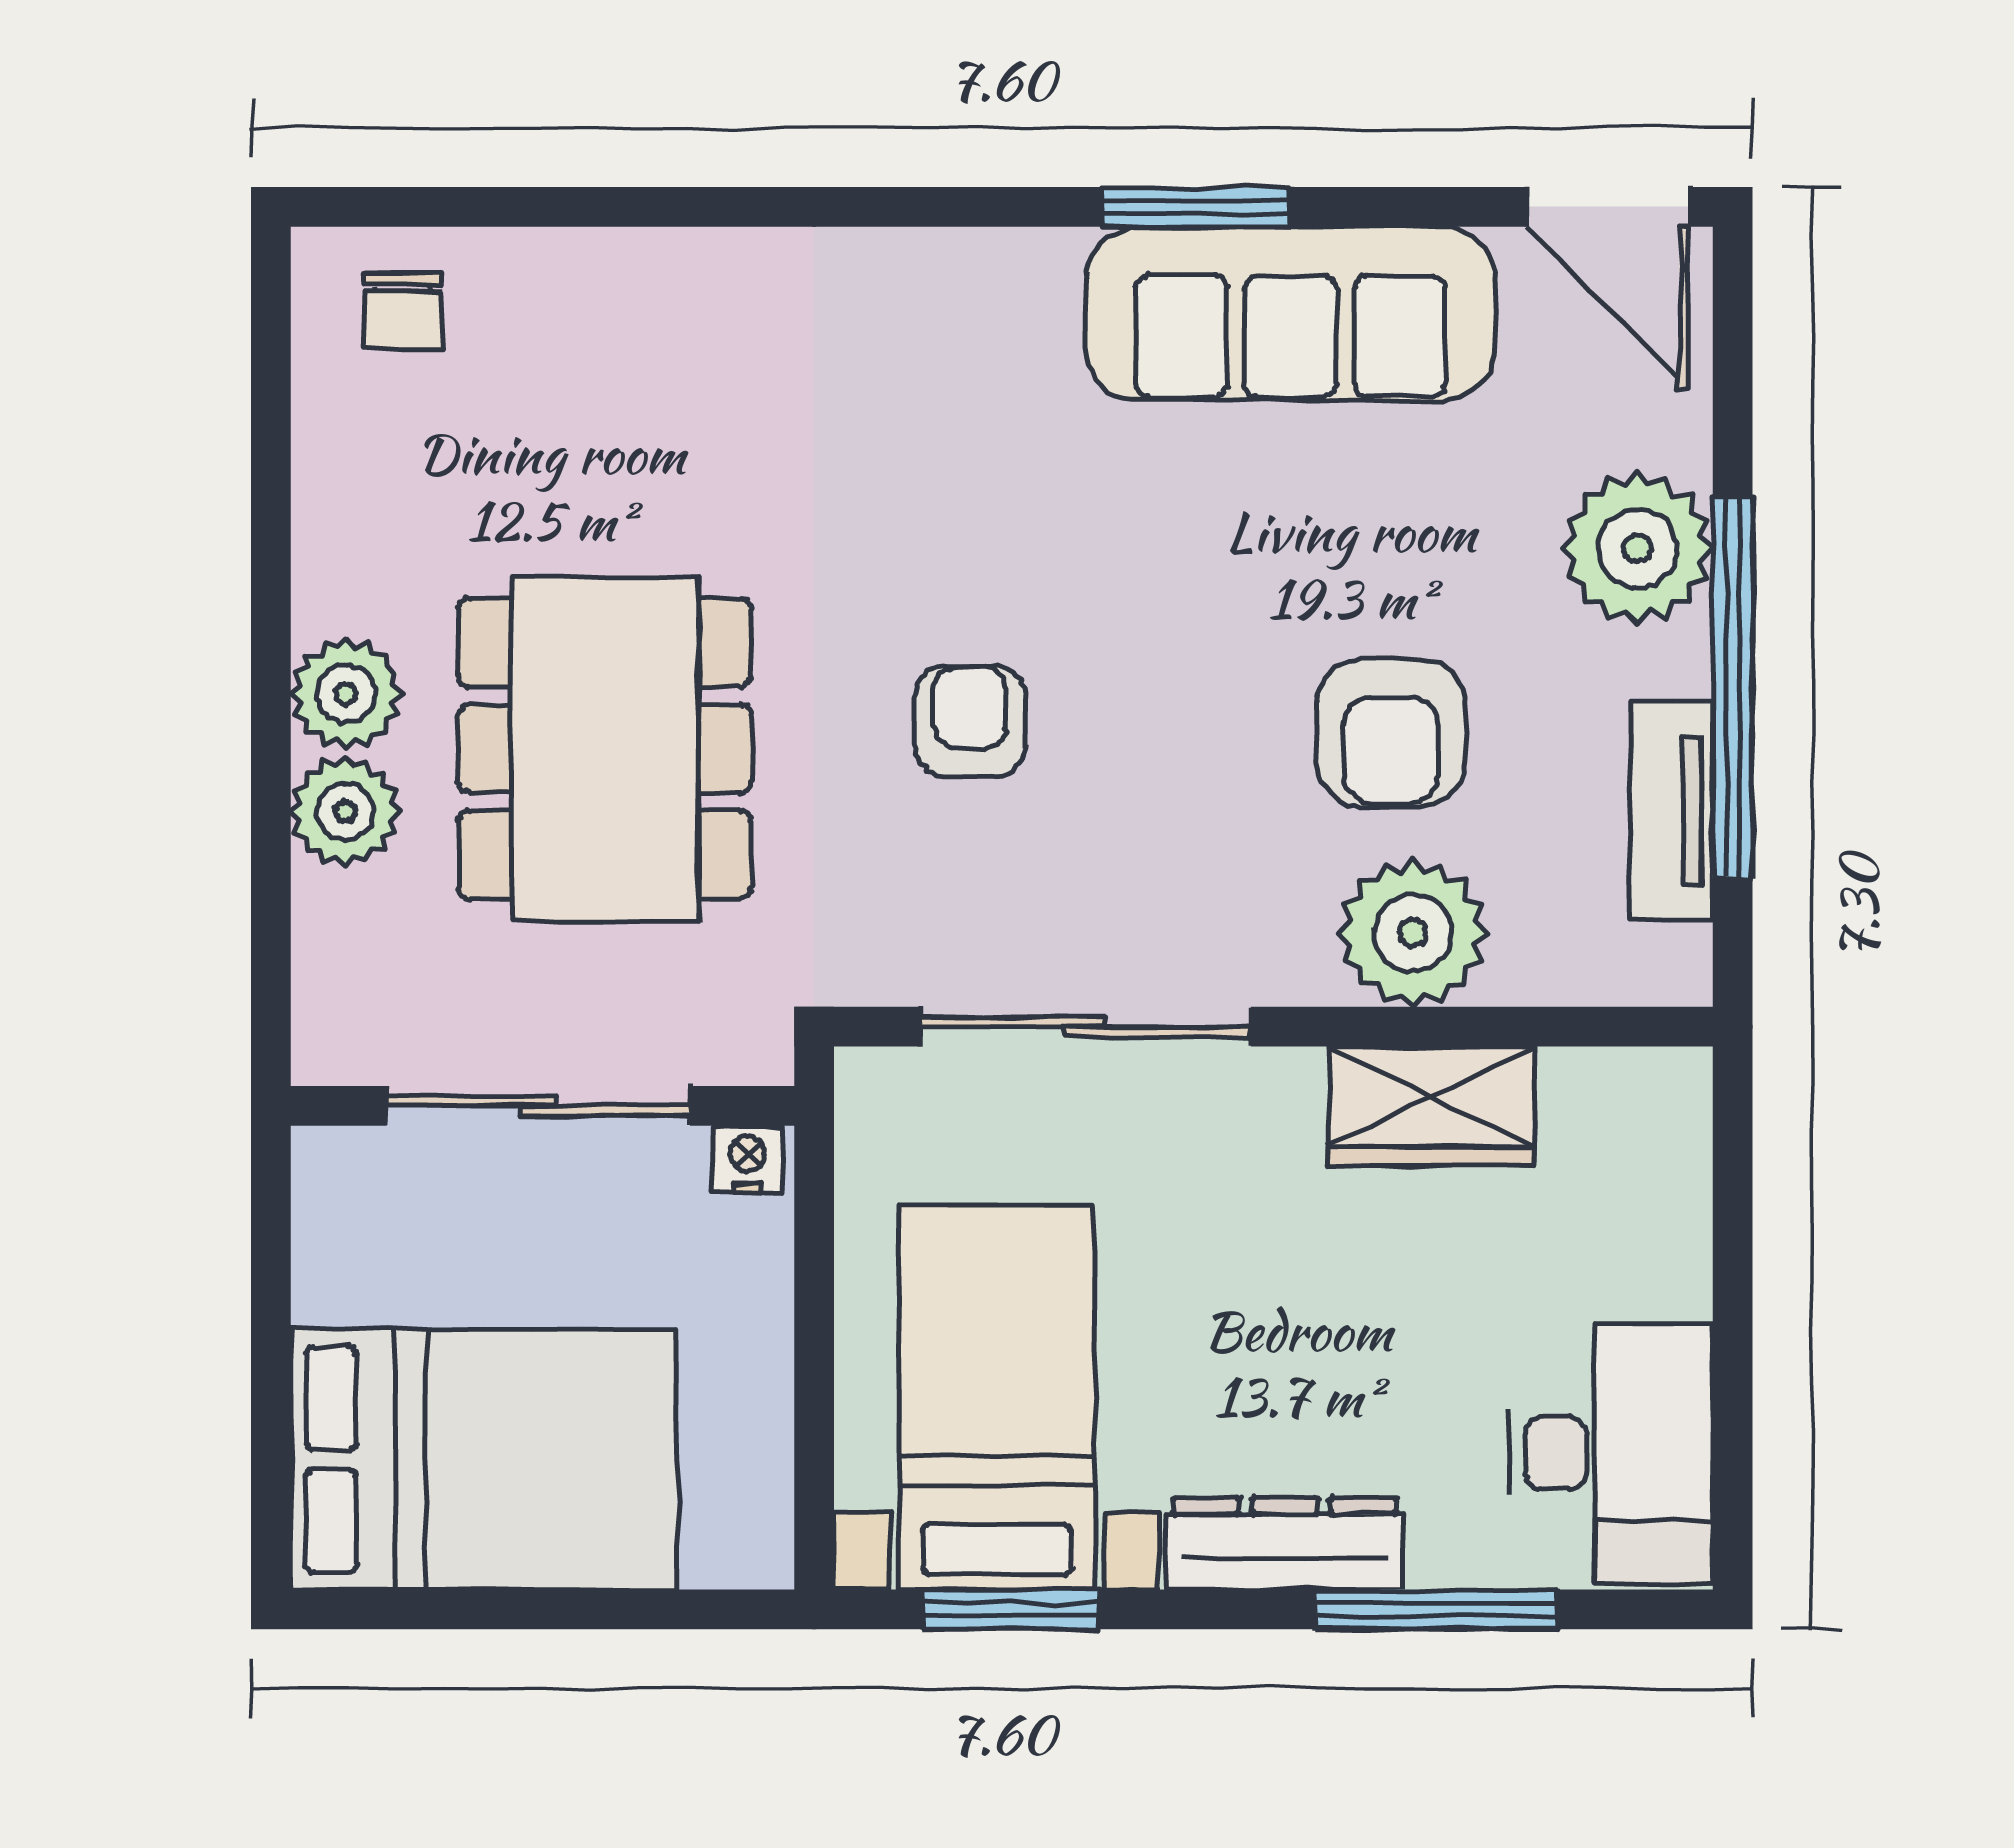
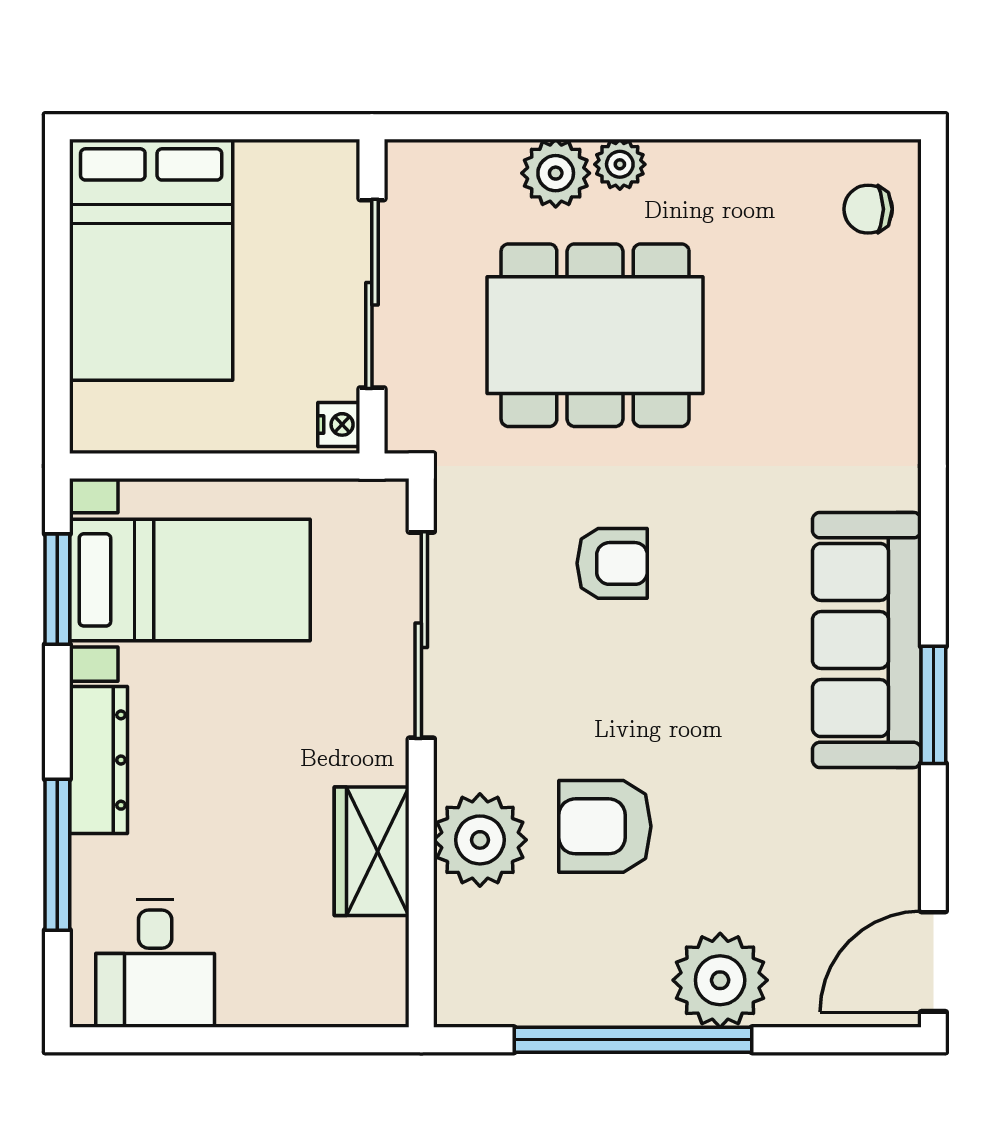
sofa: (1291, 314) -> (867, 640), moved
plant: (346, 694) -> (620, 164), width x0.73, depth x0.73
tv unit: (1671, 811) -> (556, 1001), removed
desk: (1611, 1453) -> (155, 964), width x0.73

